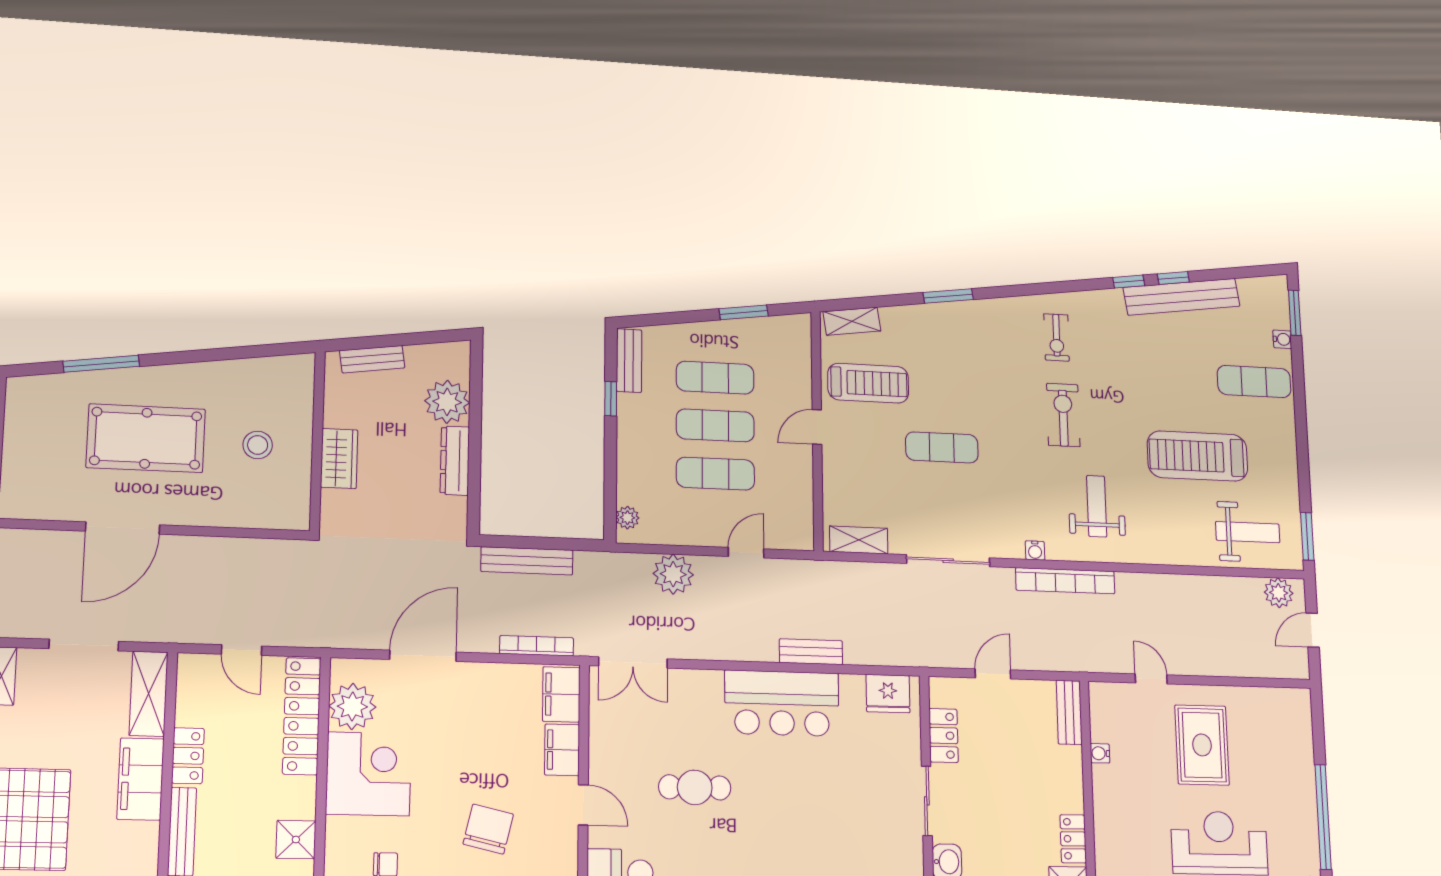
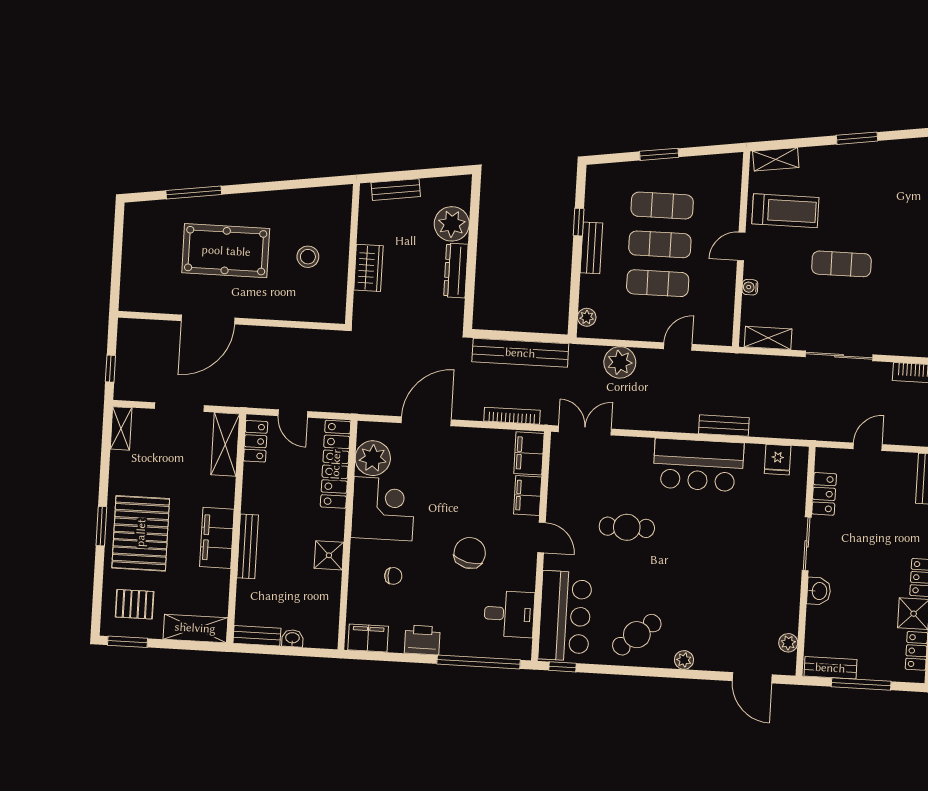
window: (744, 312) -> (659, 154), moved
bench: (629, 361) -> (591, 248), moved
water cooler: (1035, 550) -> (750, 287), moved, turned 90
bench: (527, 561) -> (520, 353), width x1.37, depth x1.21
double door: (633, 662) -> (585, 430), swing flipped
fridge: (888, 694) -> (778, 460), width x0.72
locker: (188, 756) -> (256, 441), moved
filing cabinet: (140, 779) -> (217, 538), moved

